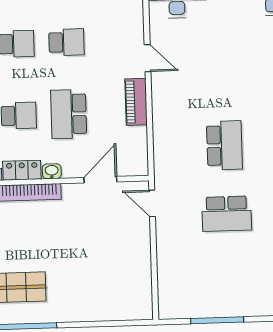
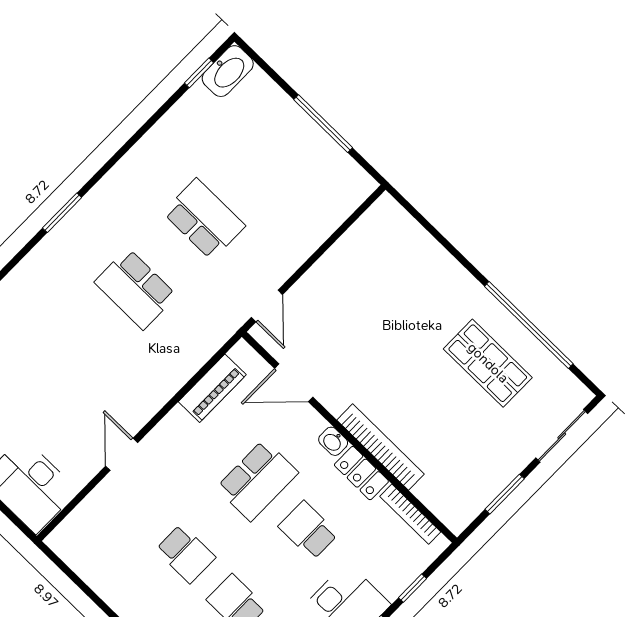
school desk: (66, 42) -> (186, 554), turned 180
piano: (136, 102) -> (212, 388), moved
school desk: (224, 145) -> (136, 289), turned -90

